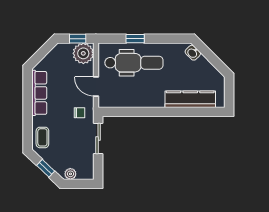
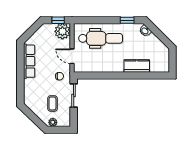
window: (135, 39) -> (127, 20), moved
kitchen counter: (190, 99) -> (137, 66), width x0.67
coffee table: (42, 137) -> (52, 103), moved
window: (46, 168) -> (34, 118), removed

